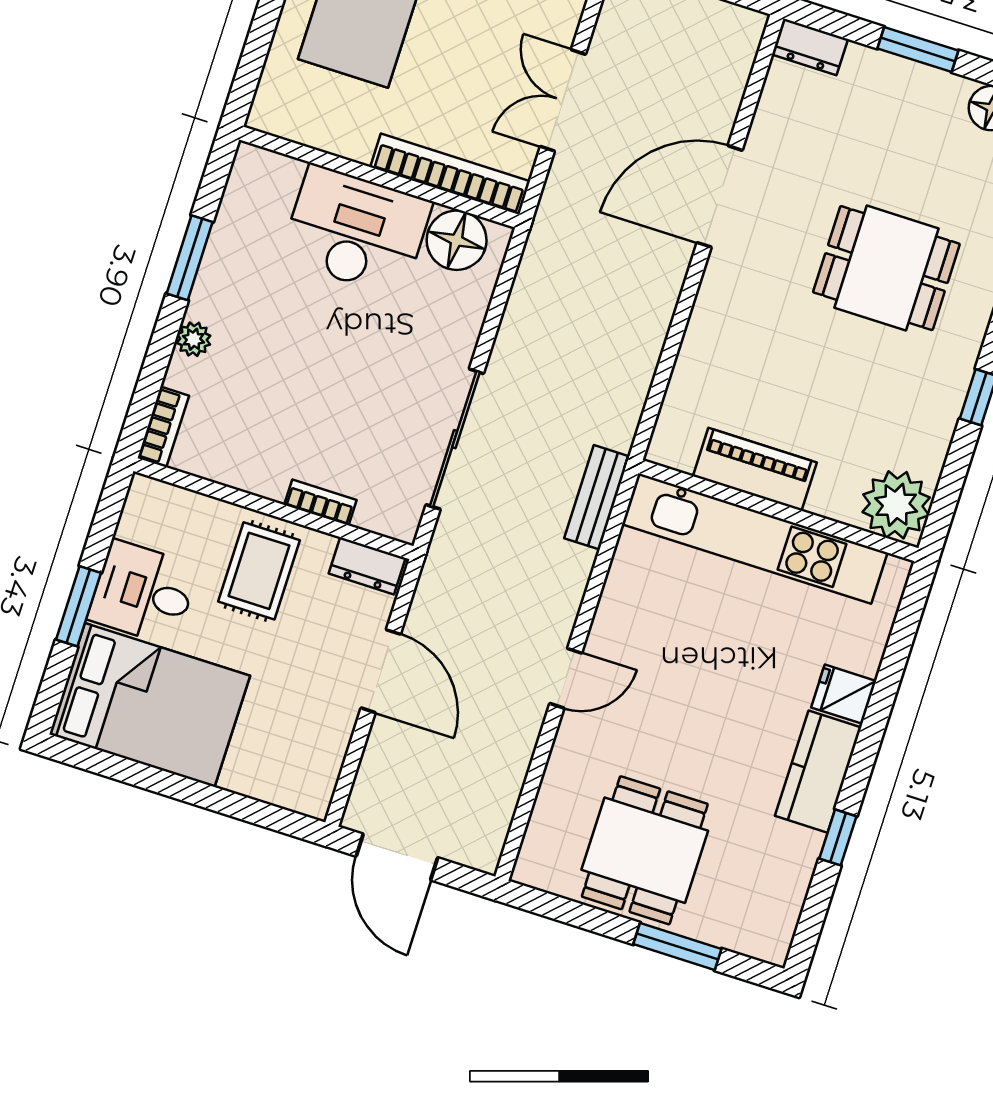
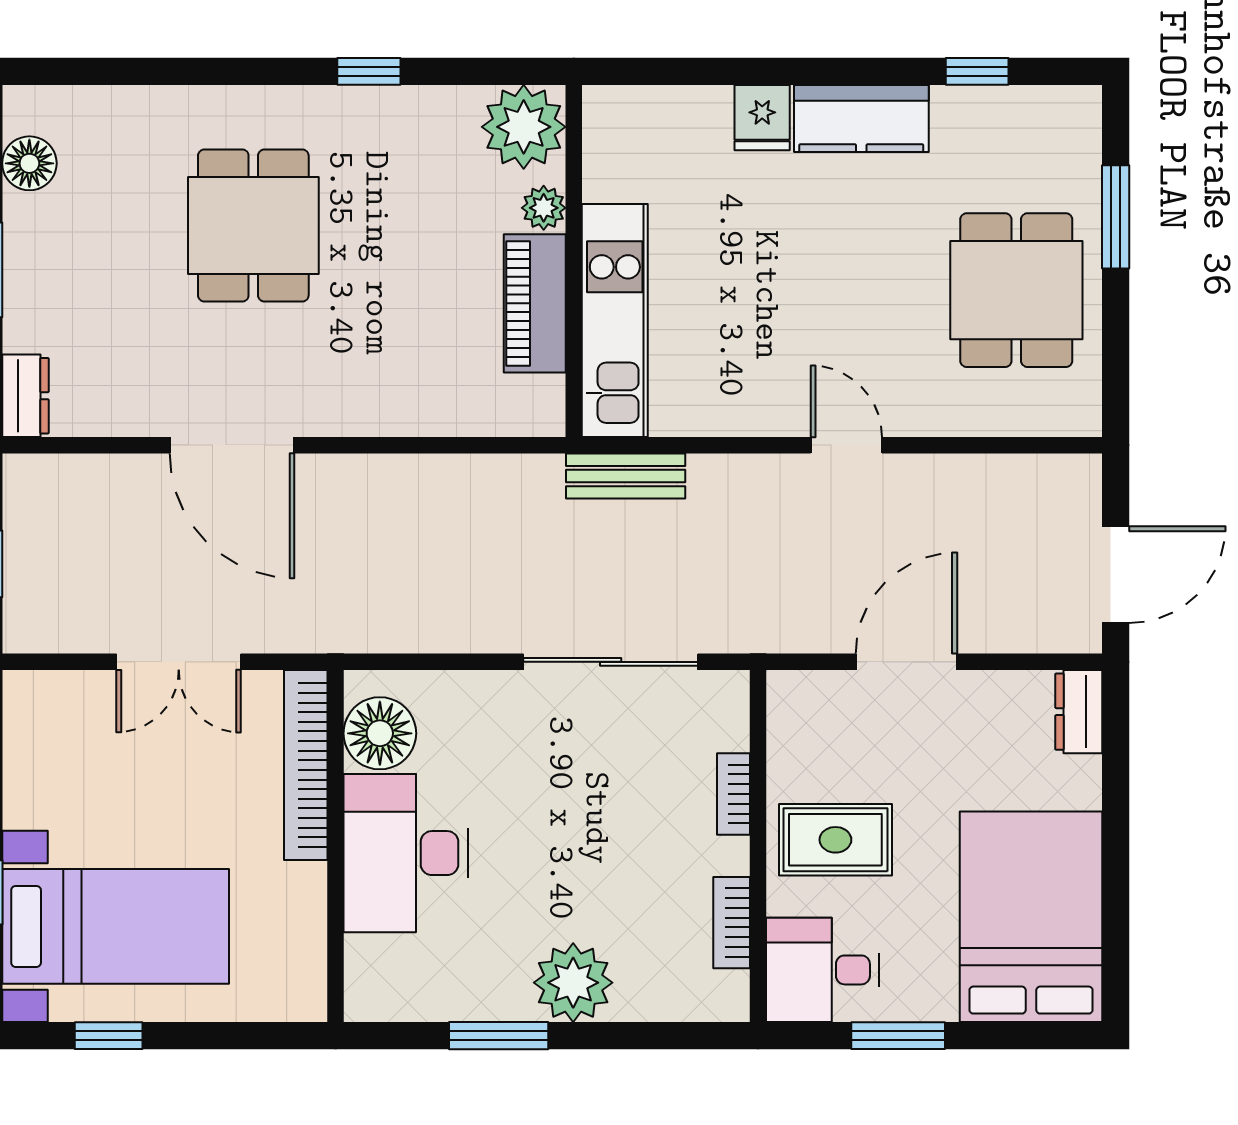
plant: (194, 339) -> (573, 983), width x1.88, depth x1.88
bookcase: (163, 427) -> (732, 923), moved, turned -90
plant: (828, 500) -> (544, 208), added
kitchen unit: (755, 538) -> (615, 320), width x0.73
dresser: (367, 566) -> (1079, 712), moved, turned 180
desk: (143, 593) -> (823, 970), moved, turned 90
window: (78, 606) -> (898, 1036), moved
window: (838, 837) -> (977, 71), moved
dining table: (645, 850) -> (1016, 290), turned 90

